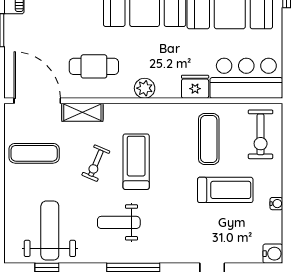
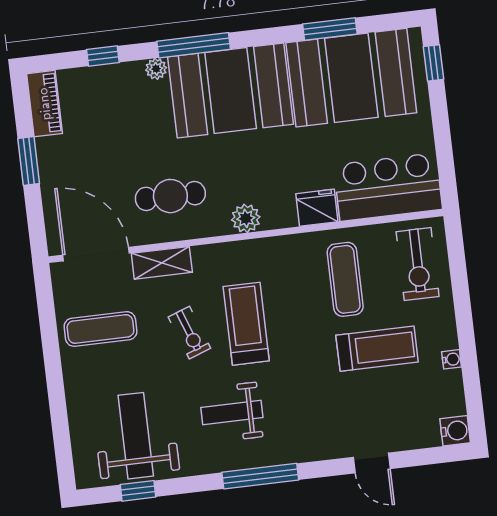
exercise bike: (96, 163) -> (189, 333), turned -43

